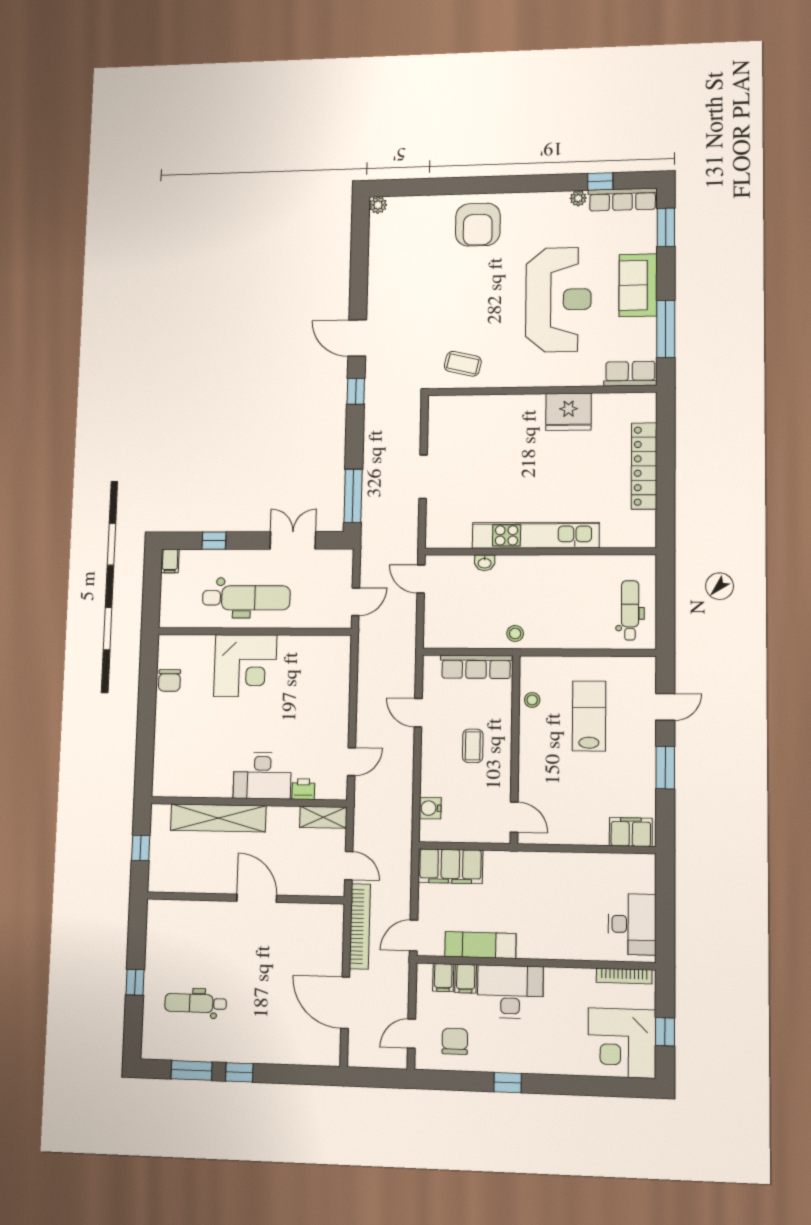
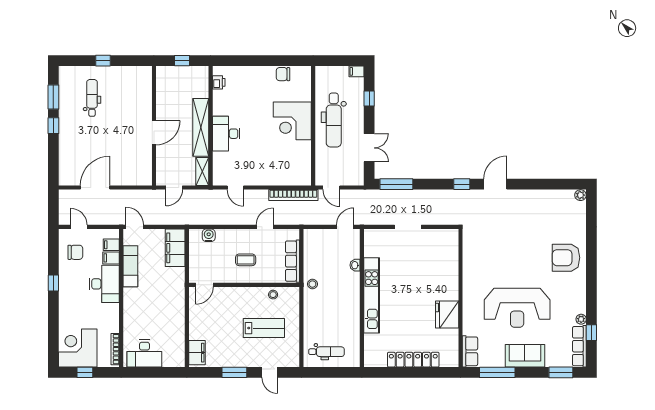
coffee table: (463, 364) -> (478, 250), removed
printer: (303, 789) -> (219, 82), moved
shelving: (218, 818) -> (201, 127), moved
bookcase: (360, 926) -> (293, 195), moved

